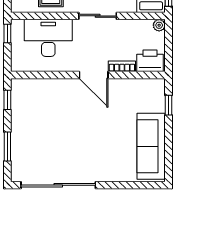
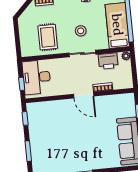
window: (7, 34) -> (22, 84), moved
desk: (48, 38) -> (37, 77), moved, turned -90
printer: (150, 61) -> (108, 61), moved, turned 180

